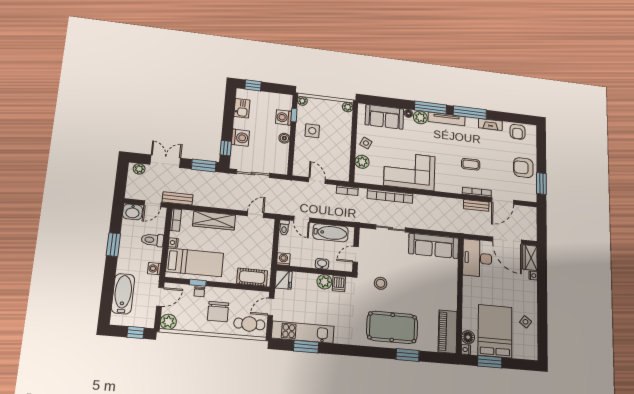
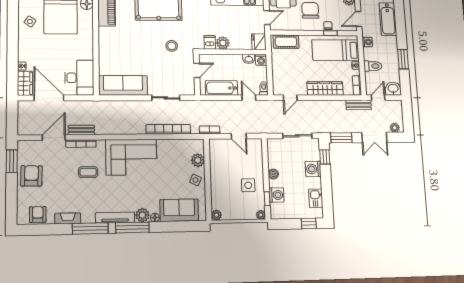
armchair: (523, 168) -> (31, 176), turned -89
corner sofa: (409, 171) -> (131, 157), moved
washbasin: (322, 264) -> (249, 59), moved

